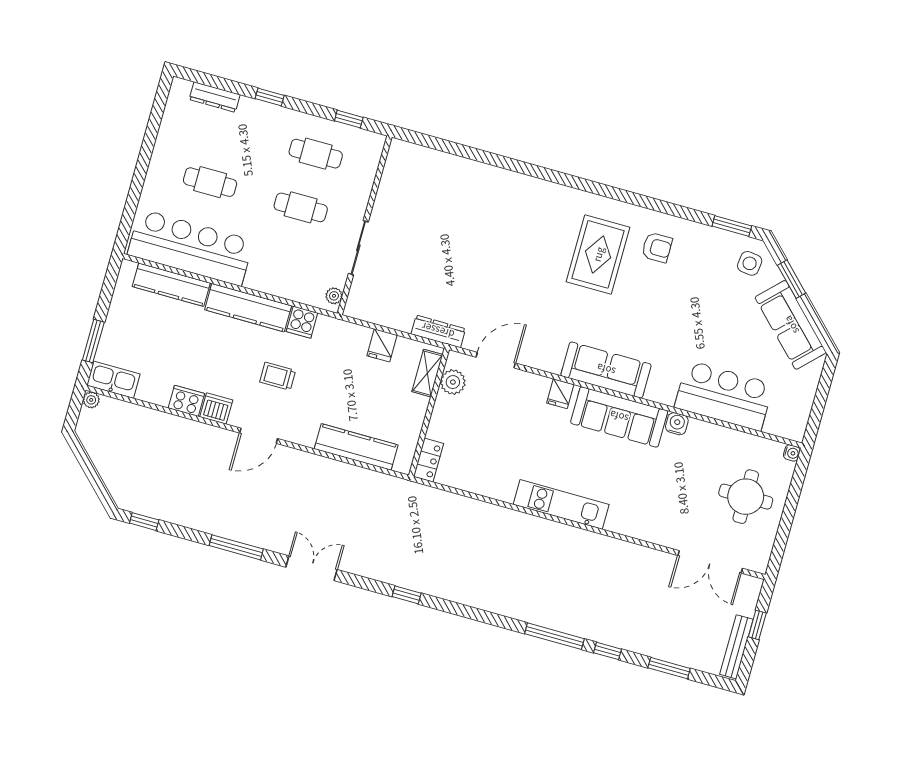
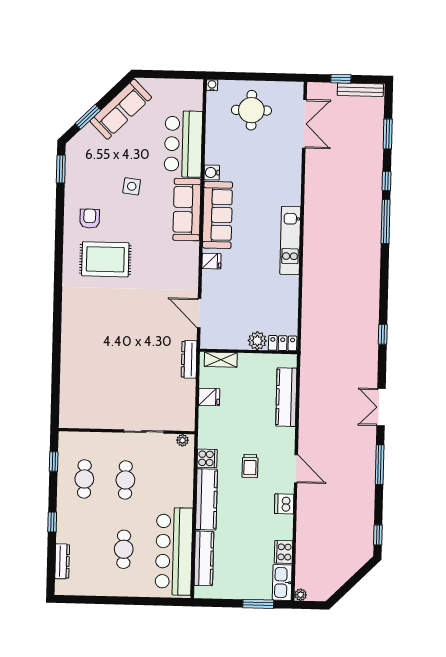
side table: (750, 263) -> (132, 186), moved
sofa: (606, 370) -> (187, 210), moved
plant: (453, 382) -> (257, 341), moved
cooker: (186, 401) -> (283, 552), moved

